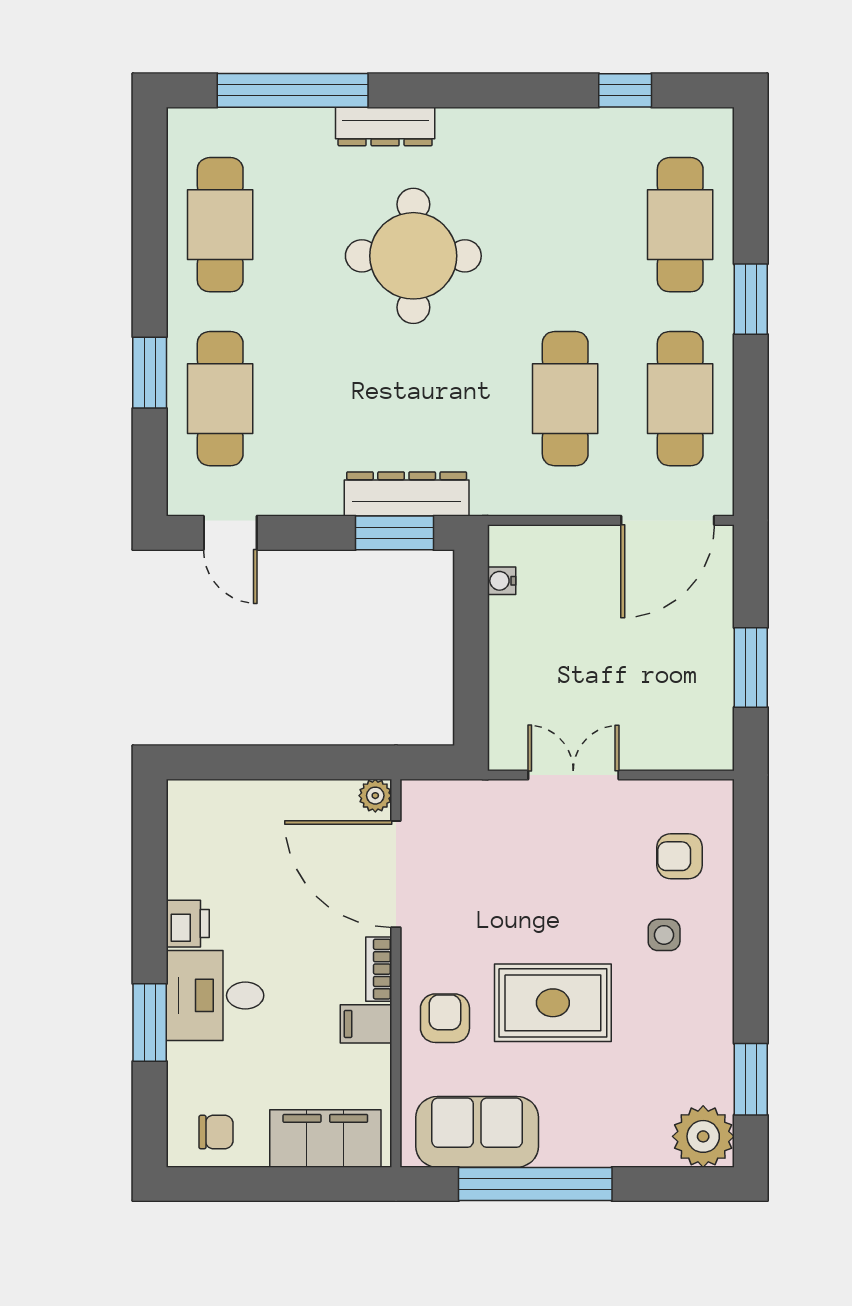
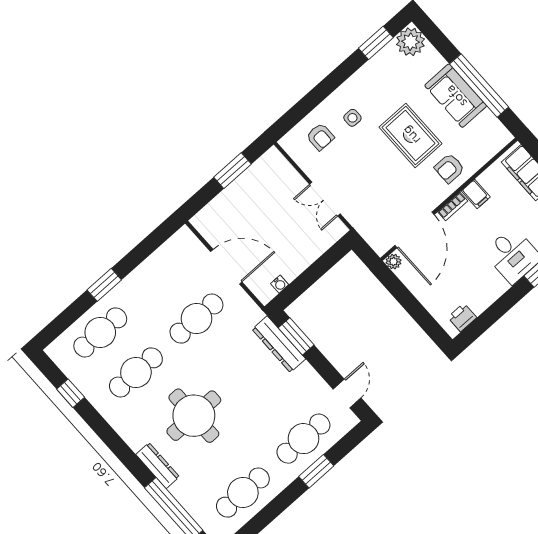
cafe table: (680, 399) -> (136, 372), moved
door: (668, 520) -> (226, 267), moved
printer: (188, 924) -> (462, 317), moved
sofa: (477, 1132) -> (456, 96), moved

